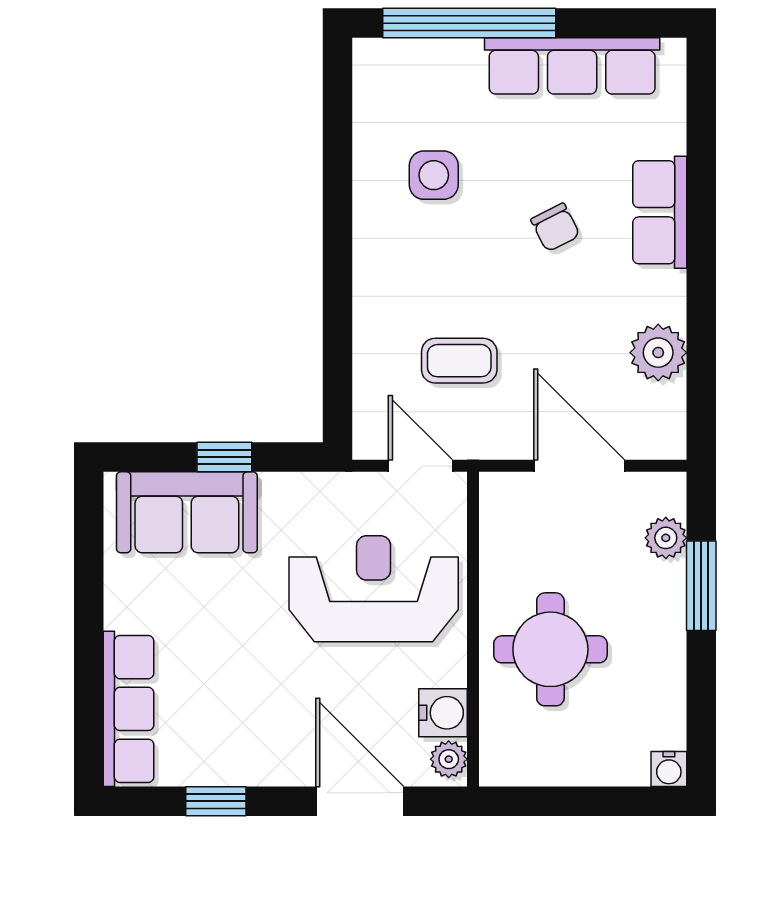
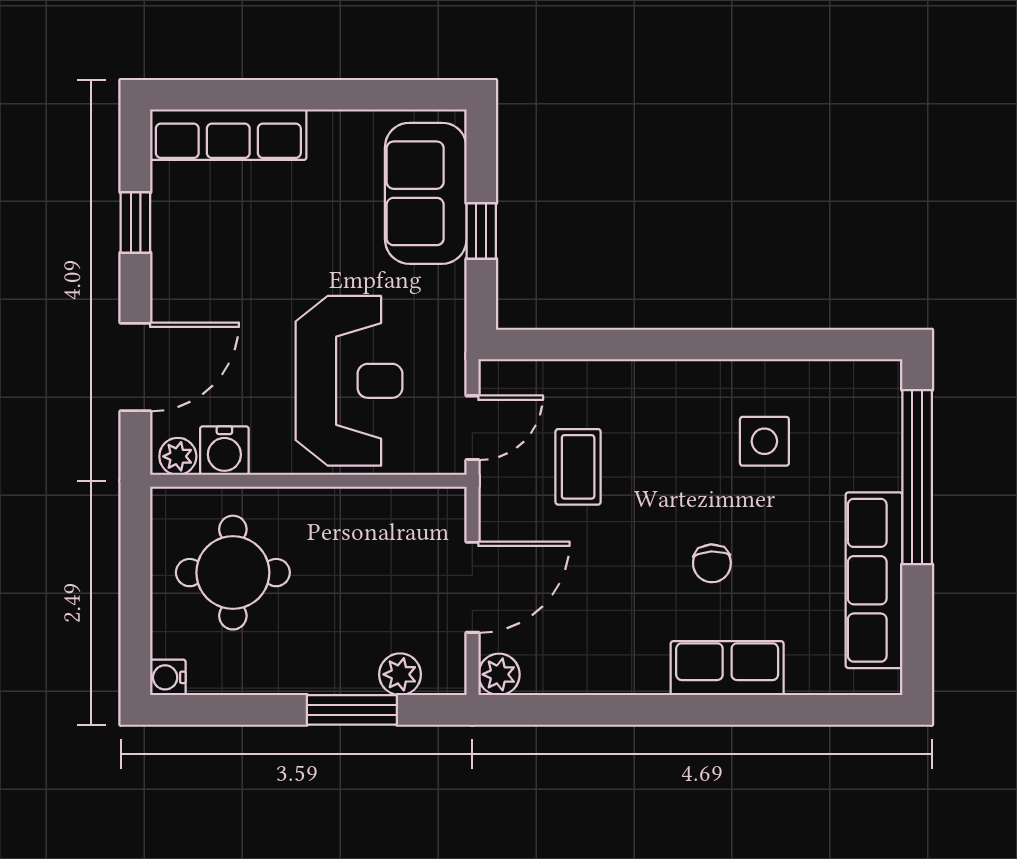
chair: (555, 227) -> (712, 563), turned -66
plant: (658, 353) -> (499, 674), moved, width x0.73, depth x0.73
round table: (550, 649) -> (233, 573), moved

